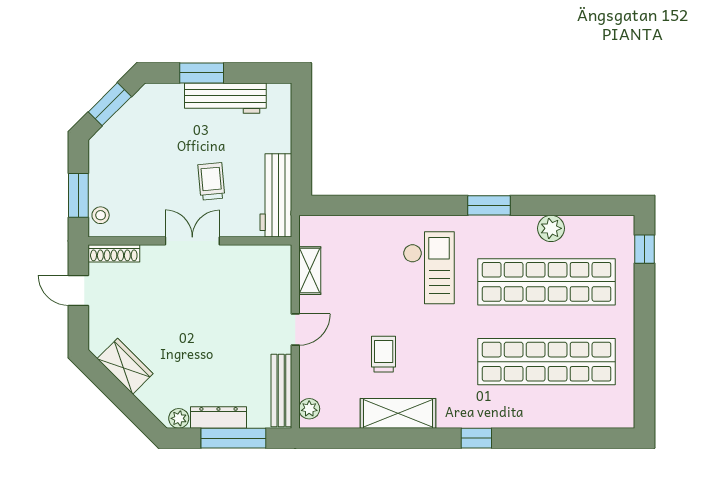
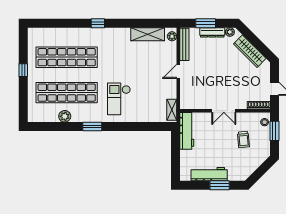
window: (110, 104) -> (260, 171), removed
trolley: (211, 181) -> (243, 139), moved
window: (644, 249) -> (23, 70), moved
shelving: (310, 271) -> (172, 110), moved
trolley: (384, 354) -> (139, 61), removed
wardrobe: (125, 366) -> (250, 51), width x1.50
shelving: (398, 413) -> (148, 34), moved
window: (233, 438) -> (206, 23), width x0.69

